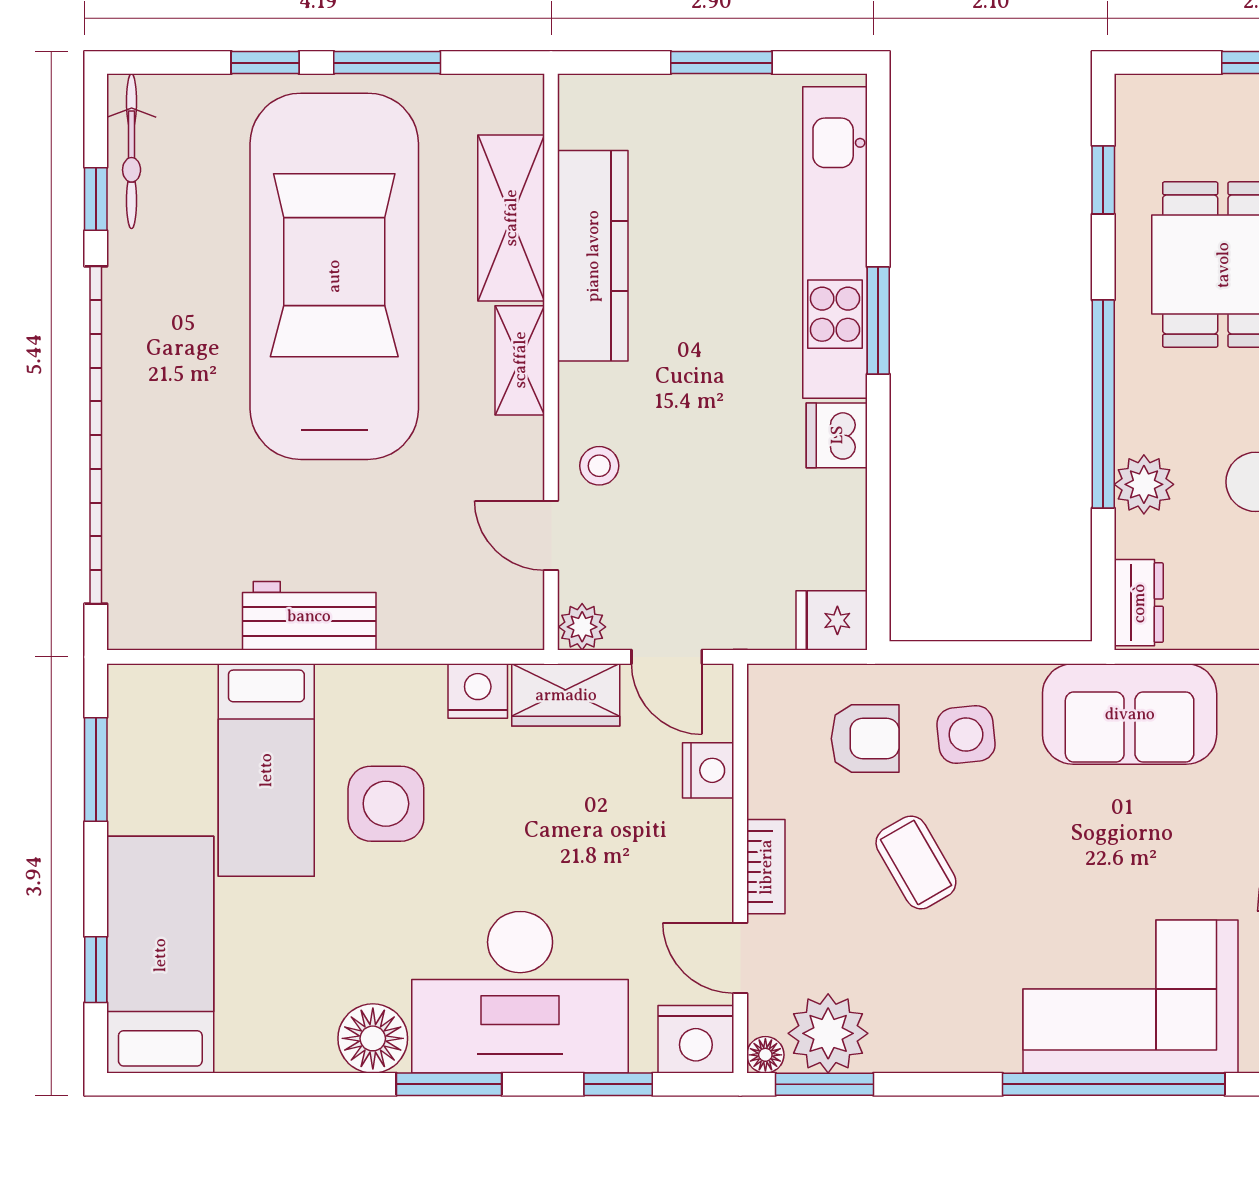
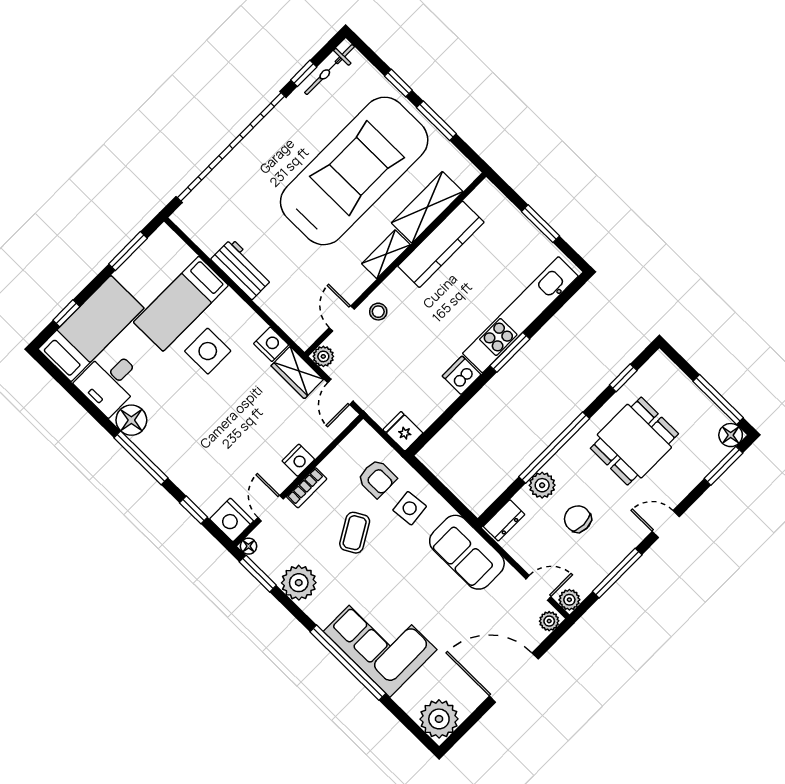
nightstand: (708, 770) -> (298, 460), moved
desk: (520, 992) -> (110, 382), moved, width x0.53, depth x0.77
plant: (828, 1033) -> (299, 583), moved
window: (449, 1084) -> (141, 458), width x1.44

